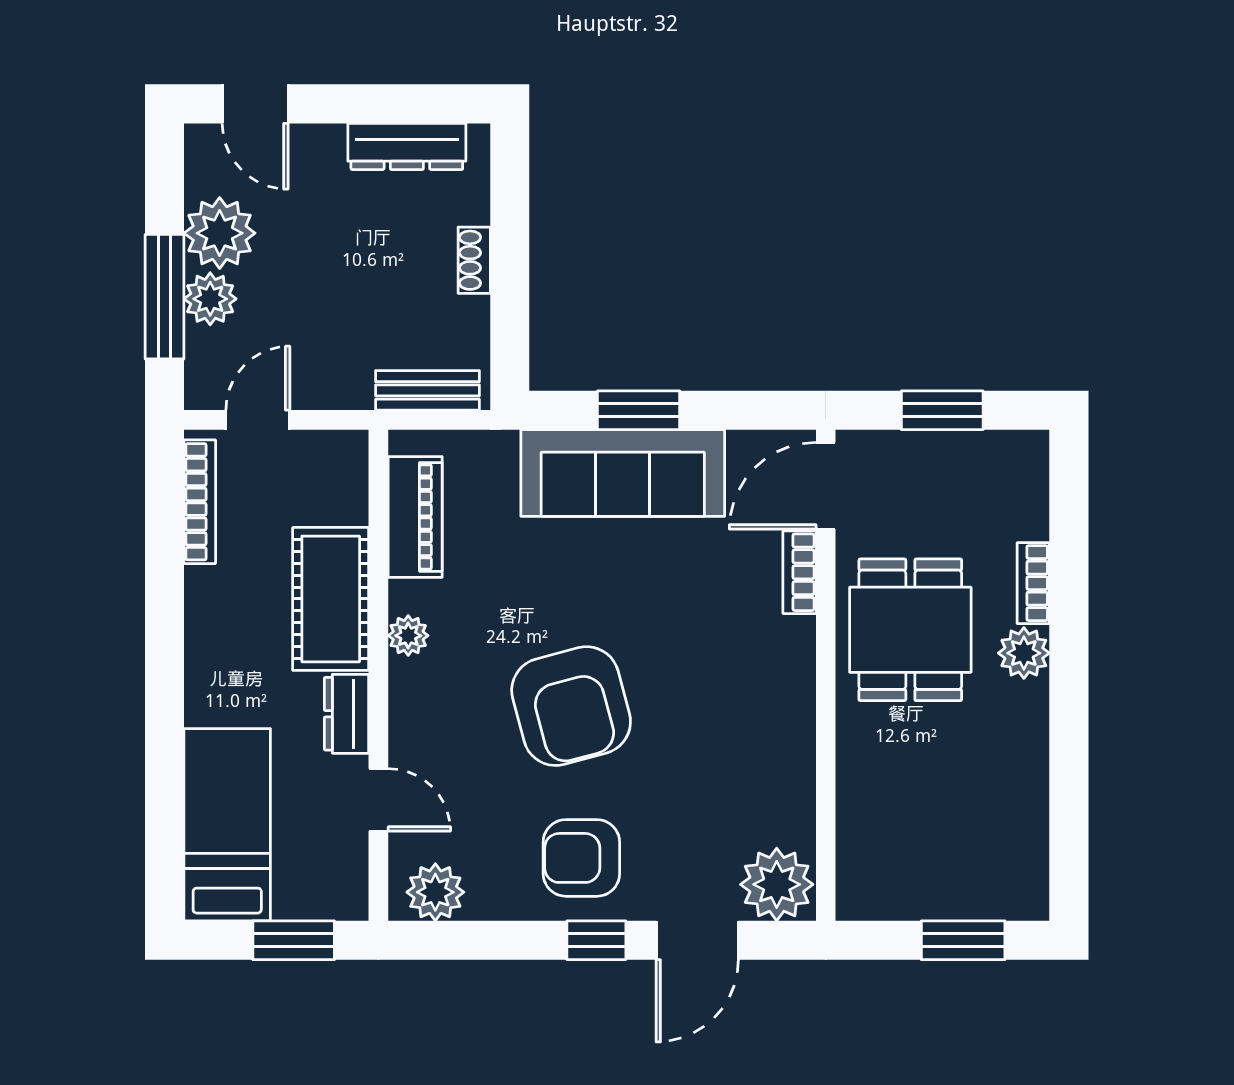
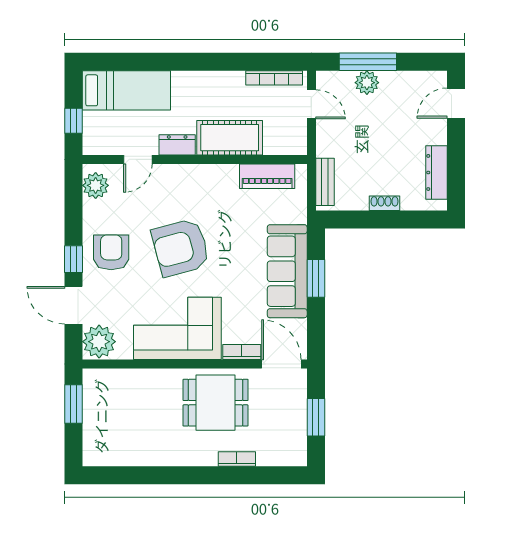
plant: (220, 233) -> (397, 87), removed
plant: (408, 636) -> (213, 173), removed
plant: (1024, 653) -> (205, 455), removed
corner sofa: (748, 713) -> (177, 328), added
window: (294, 940) -> (74, 121), width x0.67
window: (963, 940) -> (74, 404), moved

